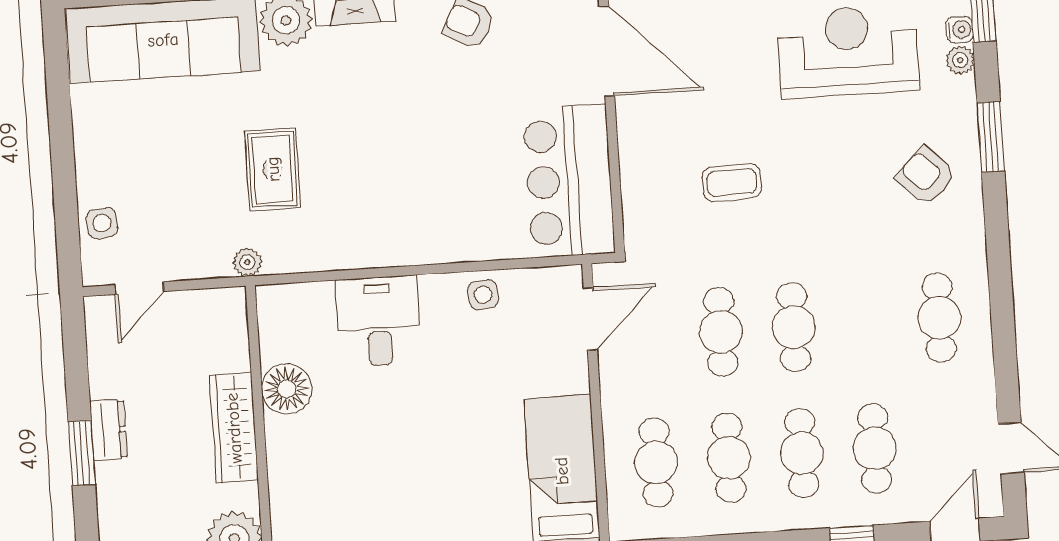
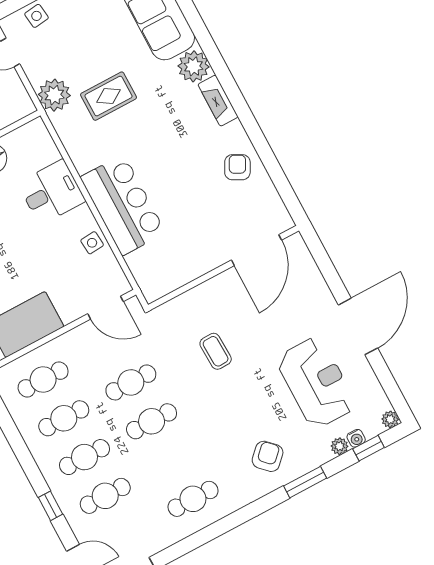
bar counter: (569, 181) -> (123, 205), moved, turned 90
plant: (247, 262) -> (54, 95), width x1.88, depth x1.88

